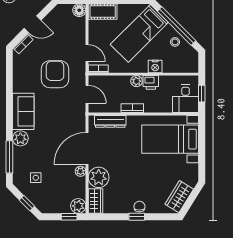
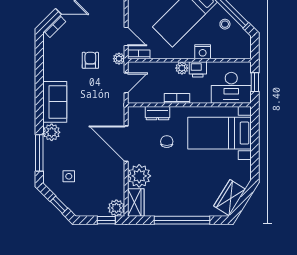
armchair: (55, 74) -> (90, 60), width x0.53, depth x0.53
door: (87, 94) -> (126, 83), hinge flipped
desk: (186, 99) -> (231, 88), width x1.37
dresser: (110, 121) -> (158, 113), width x0.70
door: (87, 148) -> (126, 144), hinge flipped
plant: (80, 171) -> (119, 59), moved
chair: (139, 207) -> (167, 142), moved
window: (137, 217) -> (182, 220), width x3.17

